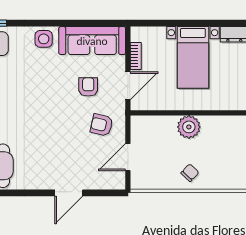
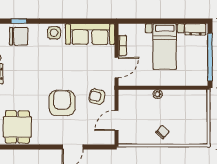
armchair: (88, 87) -> (62, 103), moved, width x1.88, depth x1.88
plant: (189, 127) -> (158, 94), width x0.53, depth x0.53

